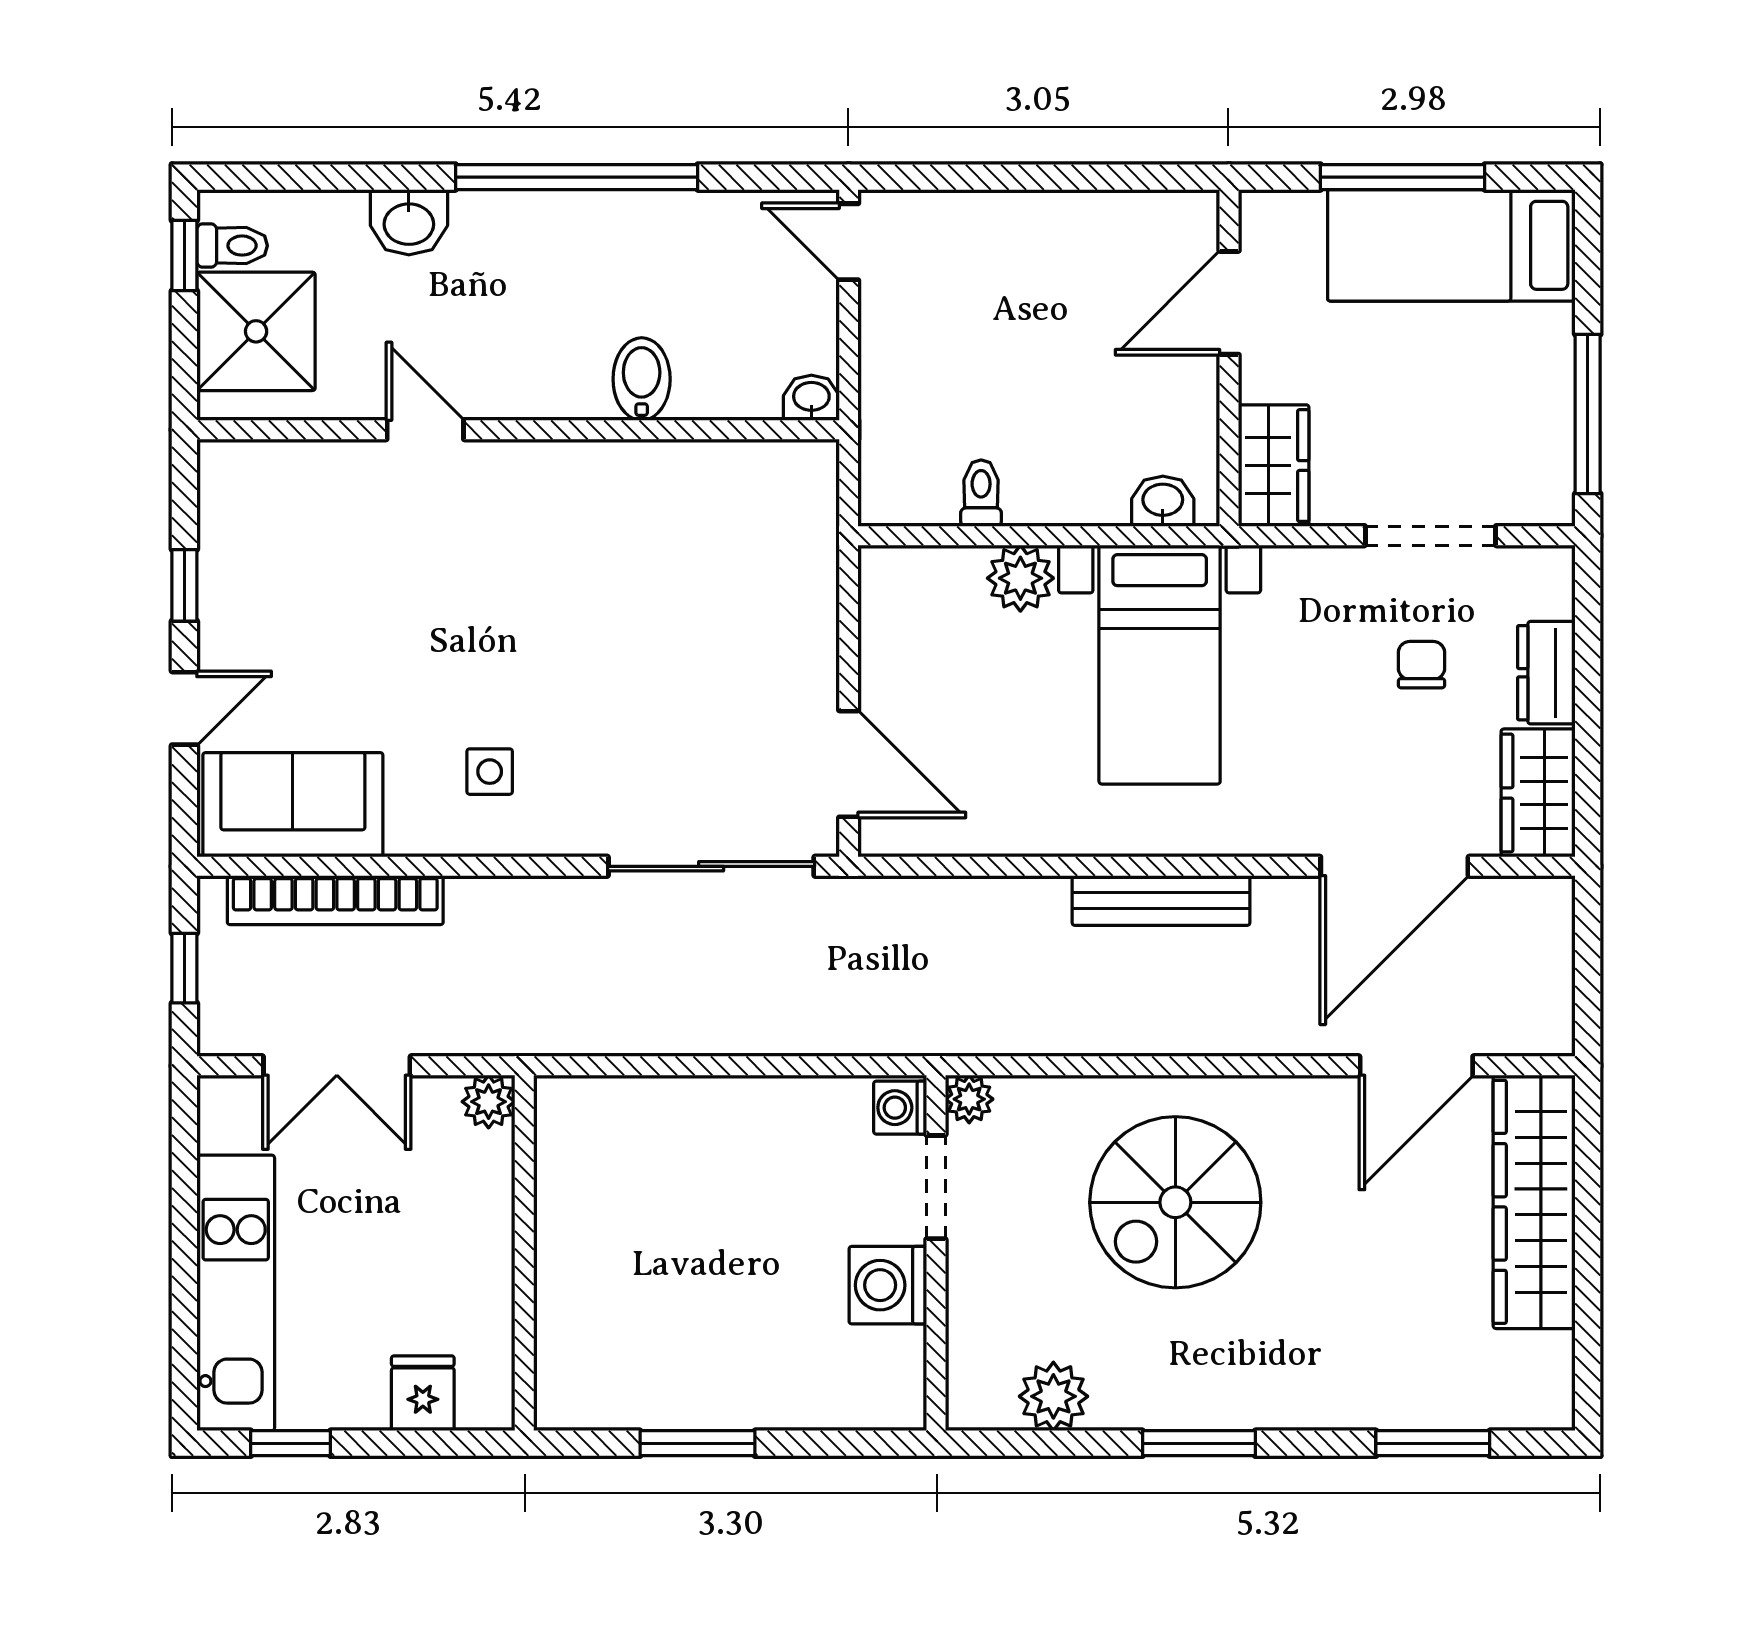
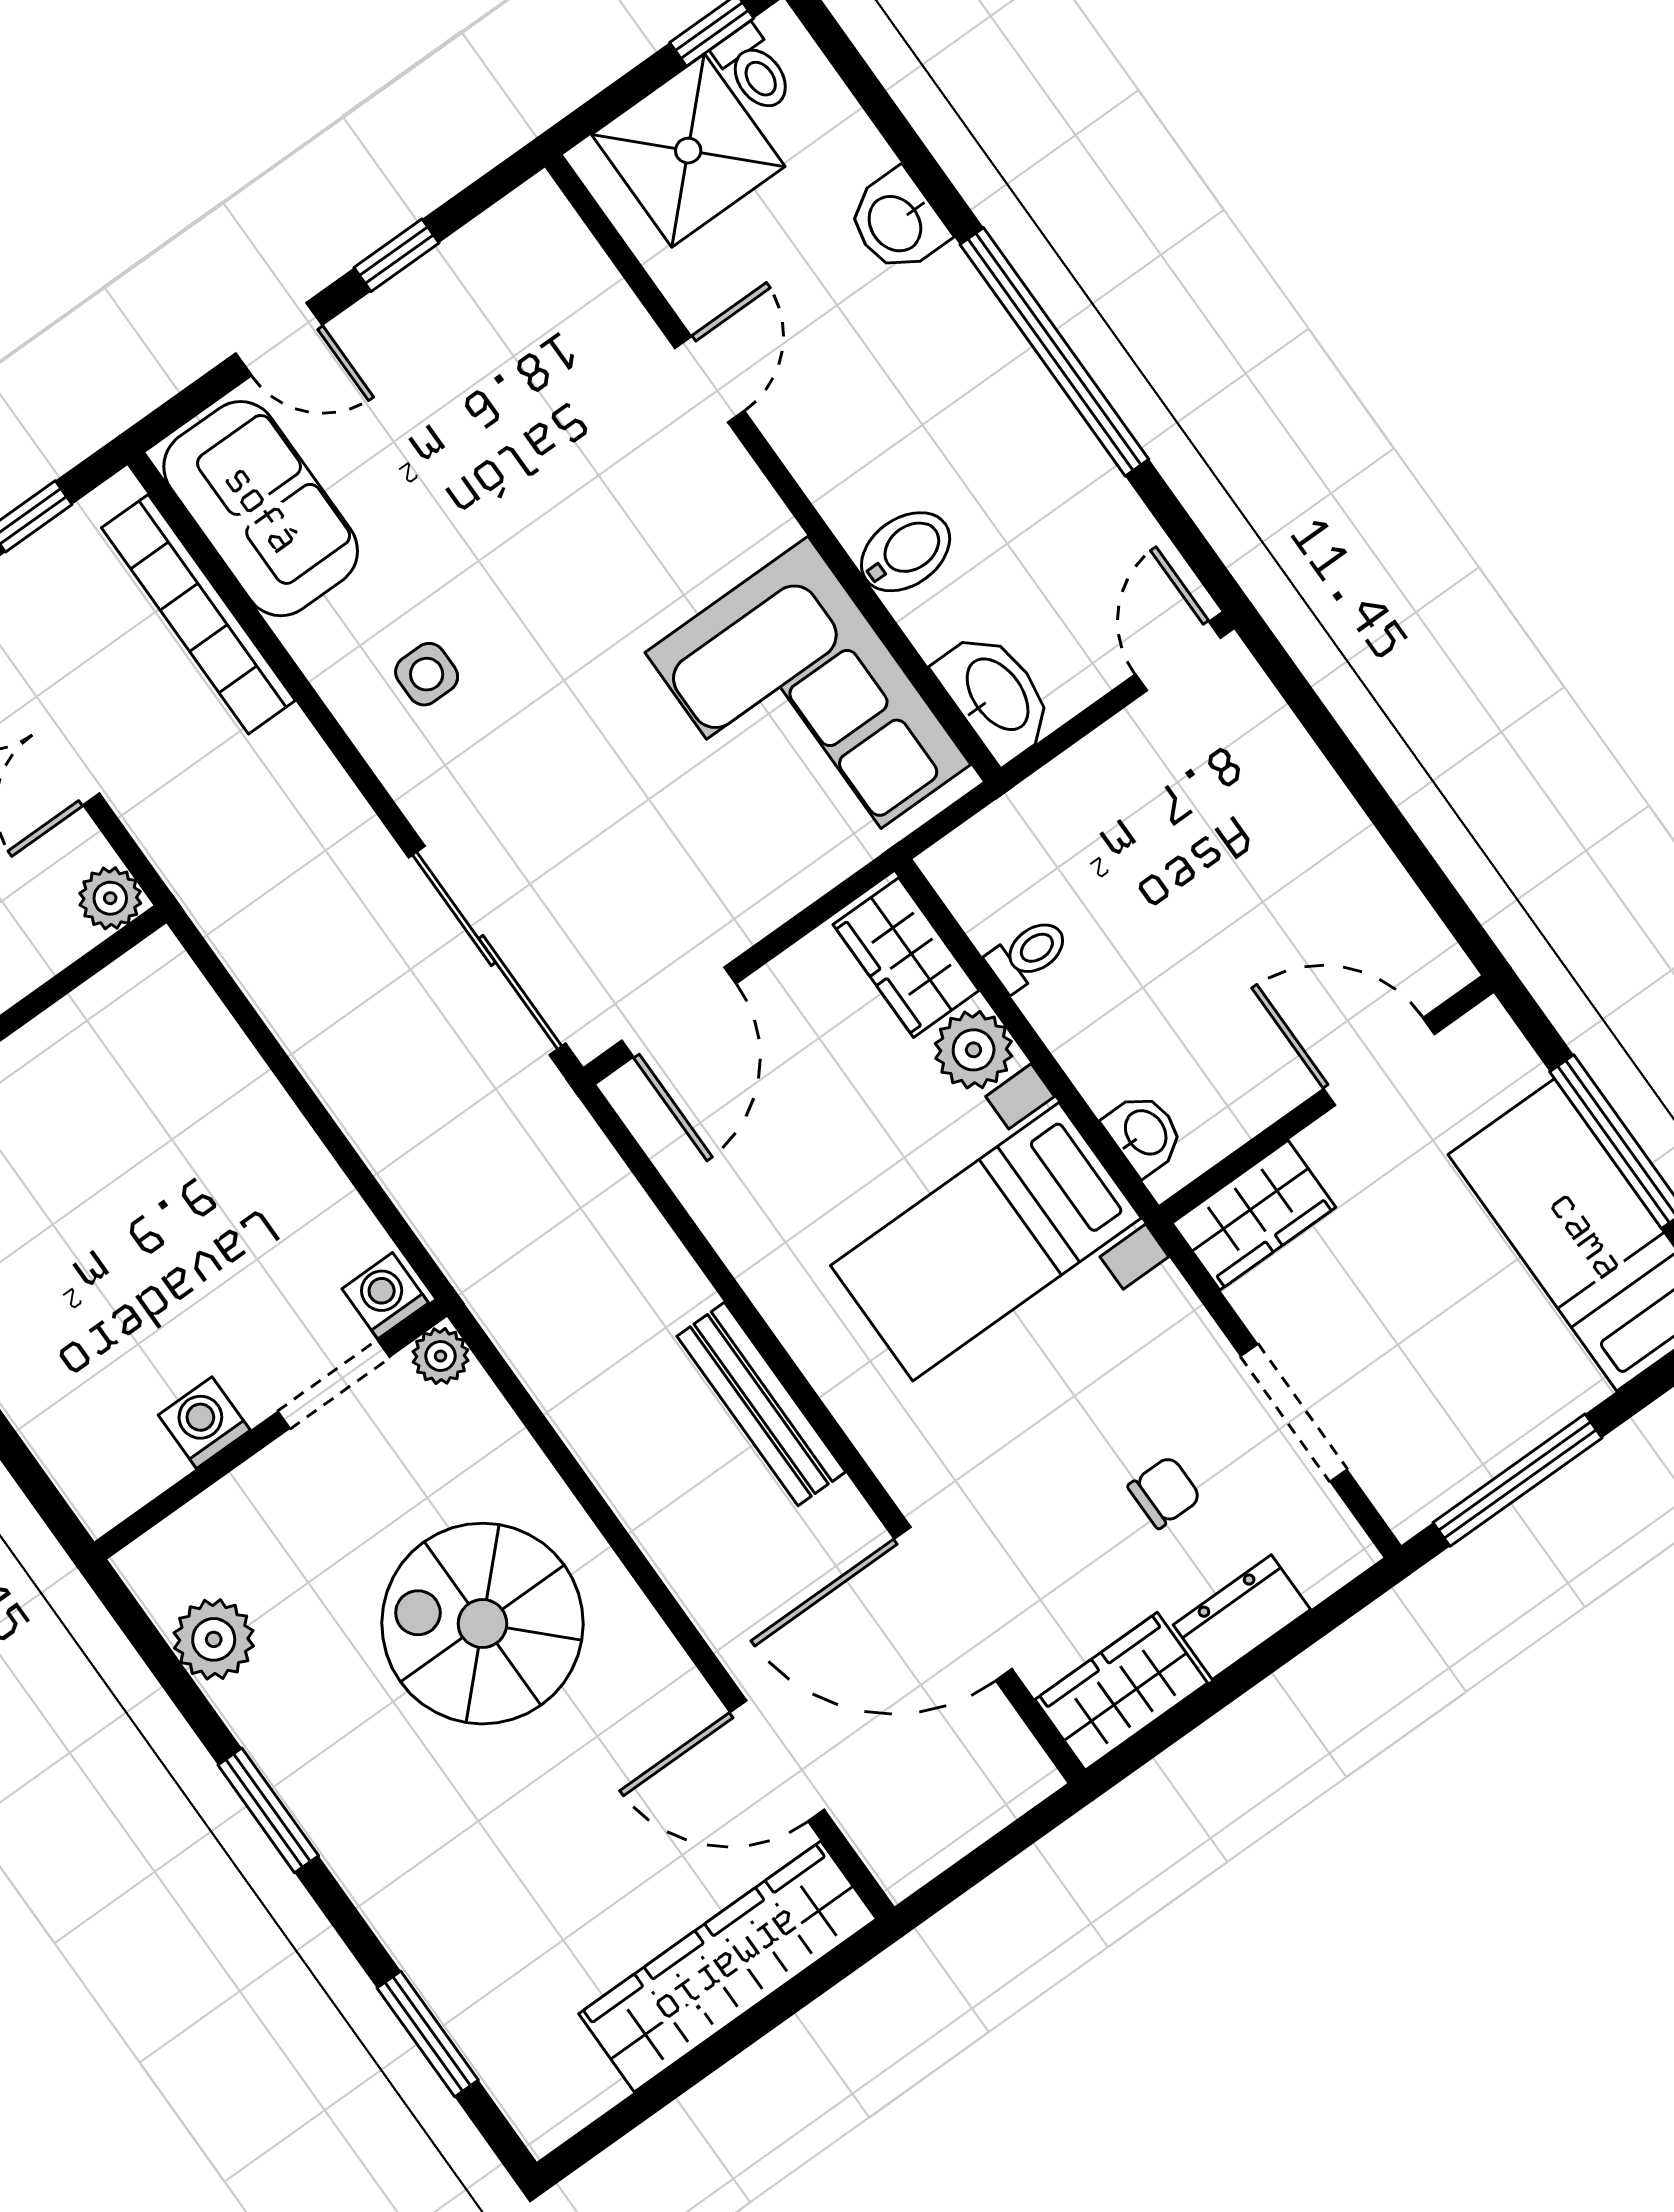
washbasin: (811, 398) -> (996, 696), width x1.91, depth x1.45
corner sofa: (702, 524) -> (808, 709), added
wardrobe: (923, 579) -> (906, 958), added
washing machine: (888, 1285) -> (204, 1423), width x0.73, depth x0.73

